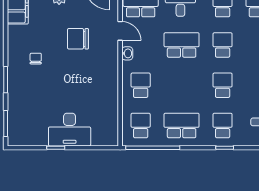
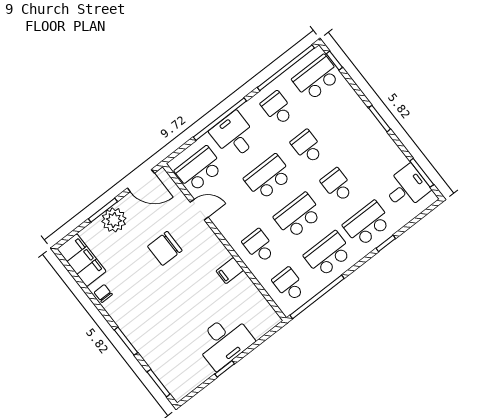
washbasin: (127, 53) -> (223, 226), removed
chair: (36, 59) -> (103, 293), moved
school desk: (182, 85) -> (298, 216), added
filing cabinet: (109, 86) -> (230, 271), added
school desk: (223, 125) -> (367, 224), width x1.85

